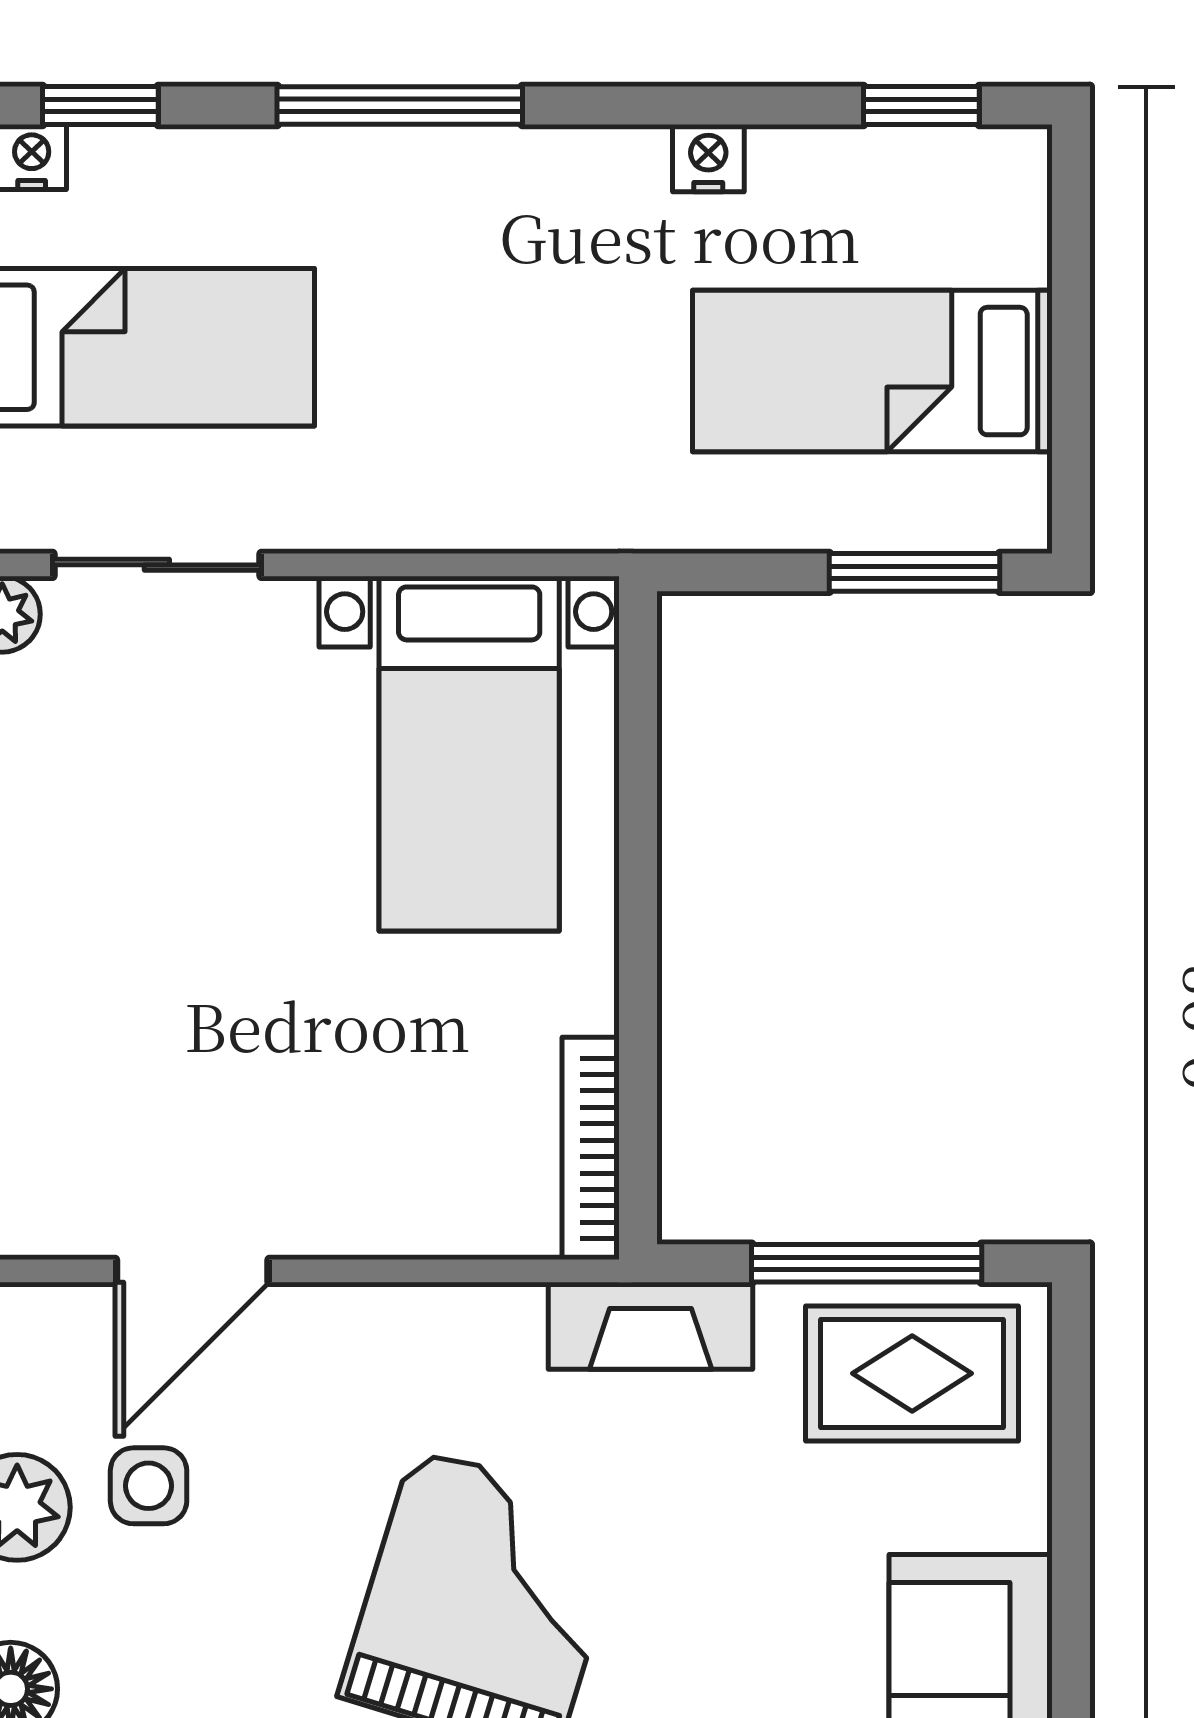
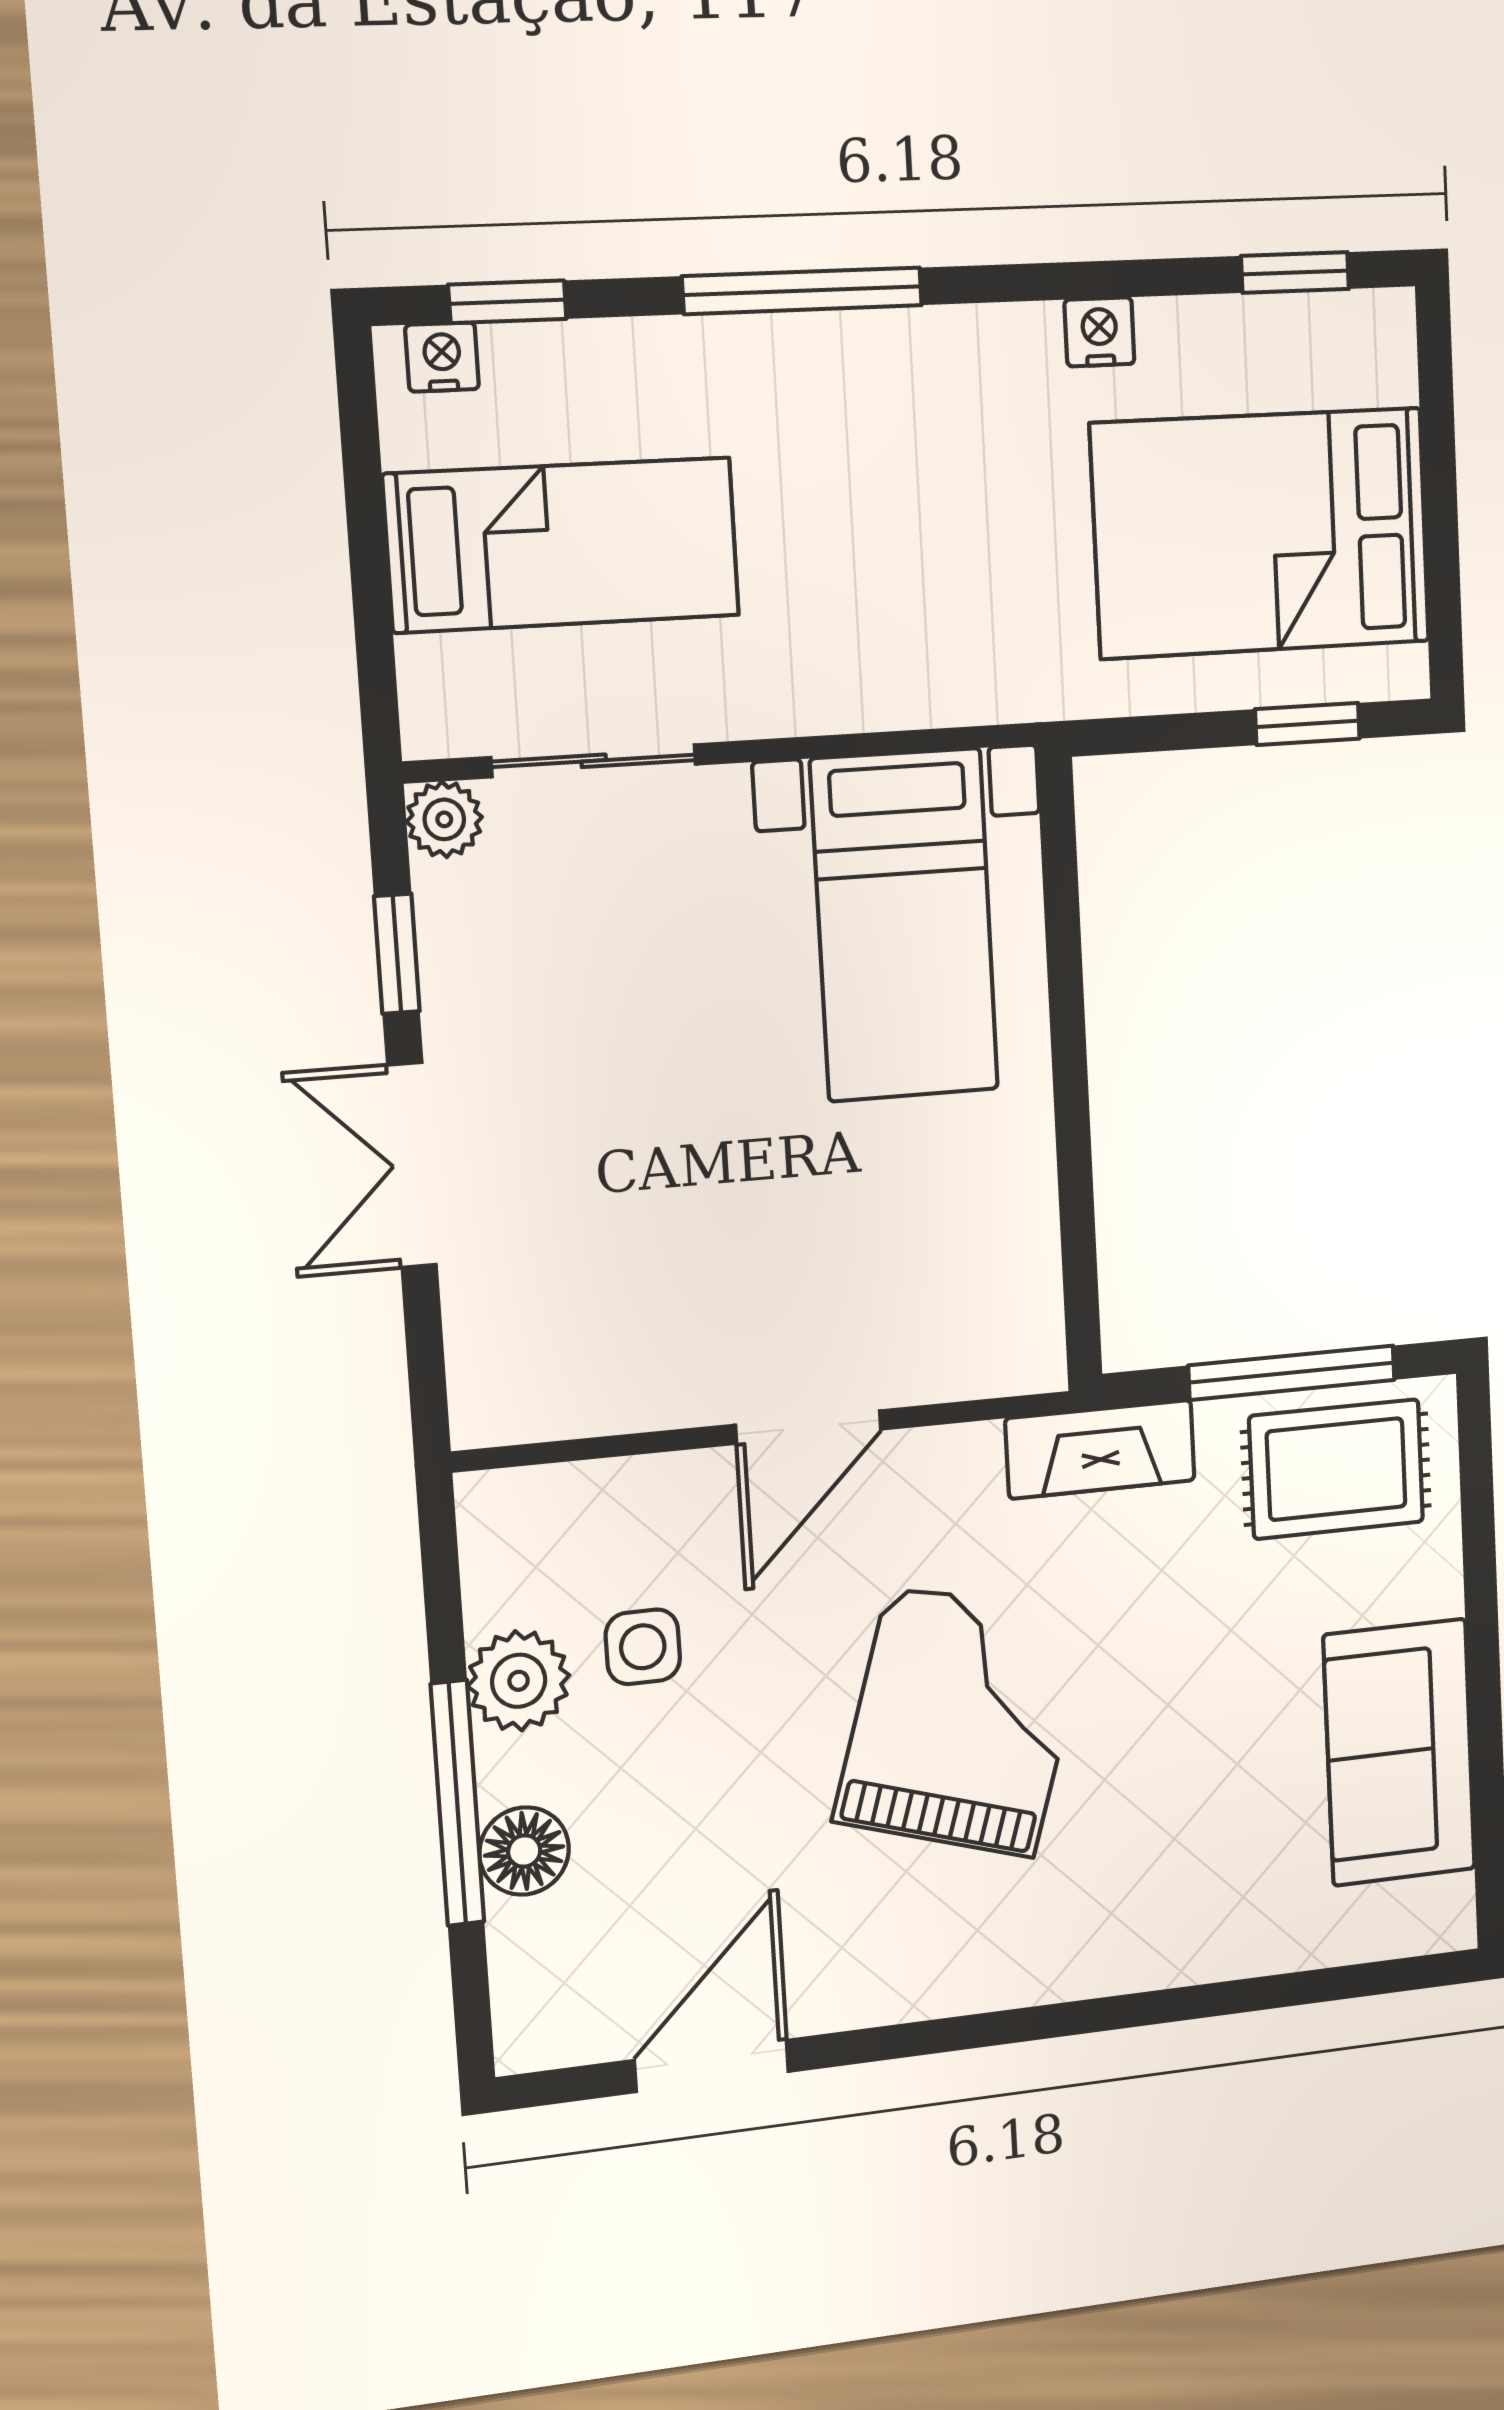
bed: (872, 371) -> (1261, 533), width x1.50
window: (914, 572) -> (1307, 724), width x0.67
bookcase: (591, 1148) -> (1037, 1290), removed
door: (192, 1271) -> (808, 1427), moved

